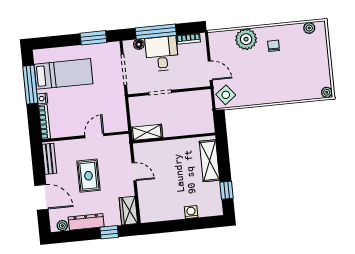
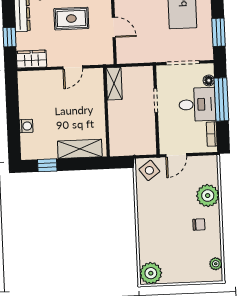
plant: (327, 92) -> (151, 273), width x1.87, depth x1.87

